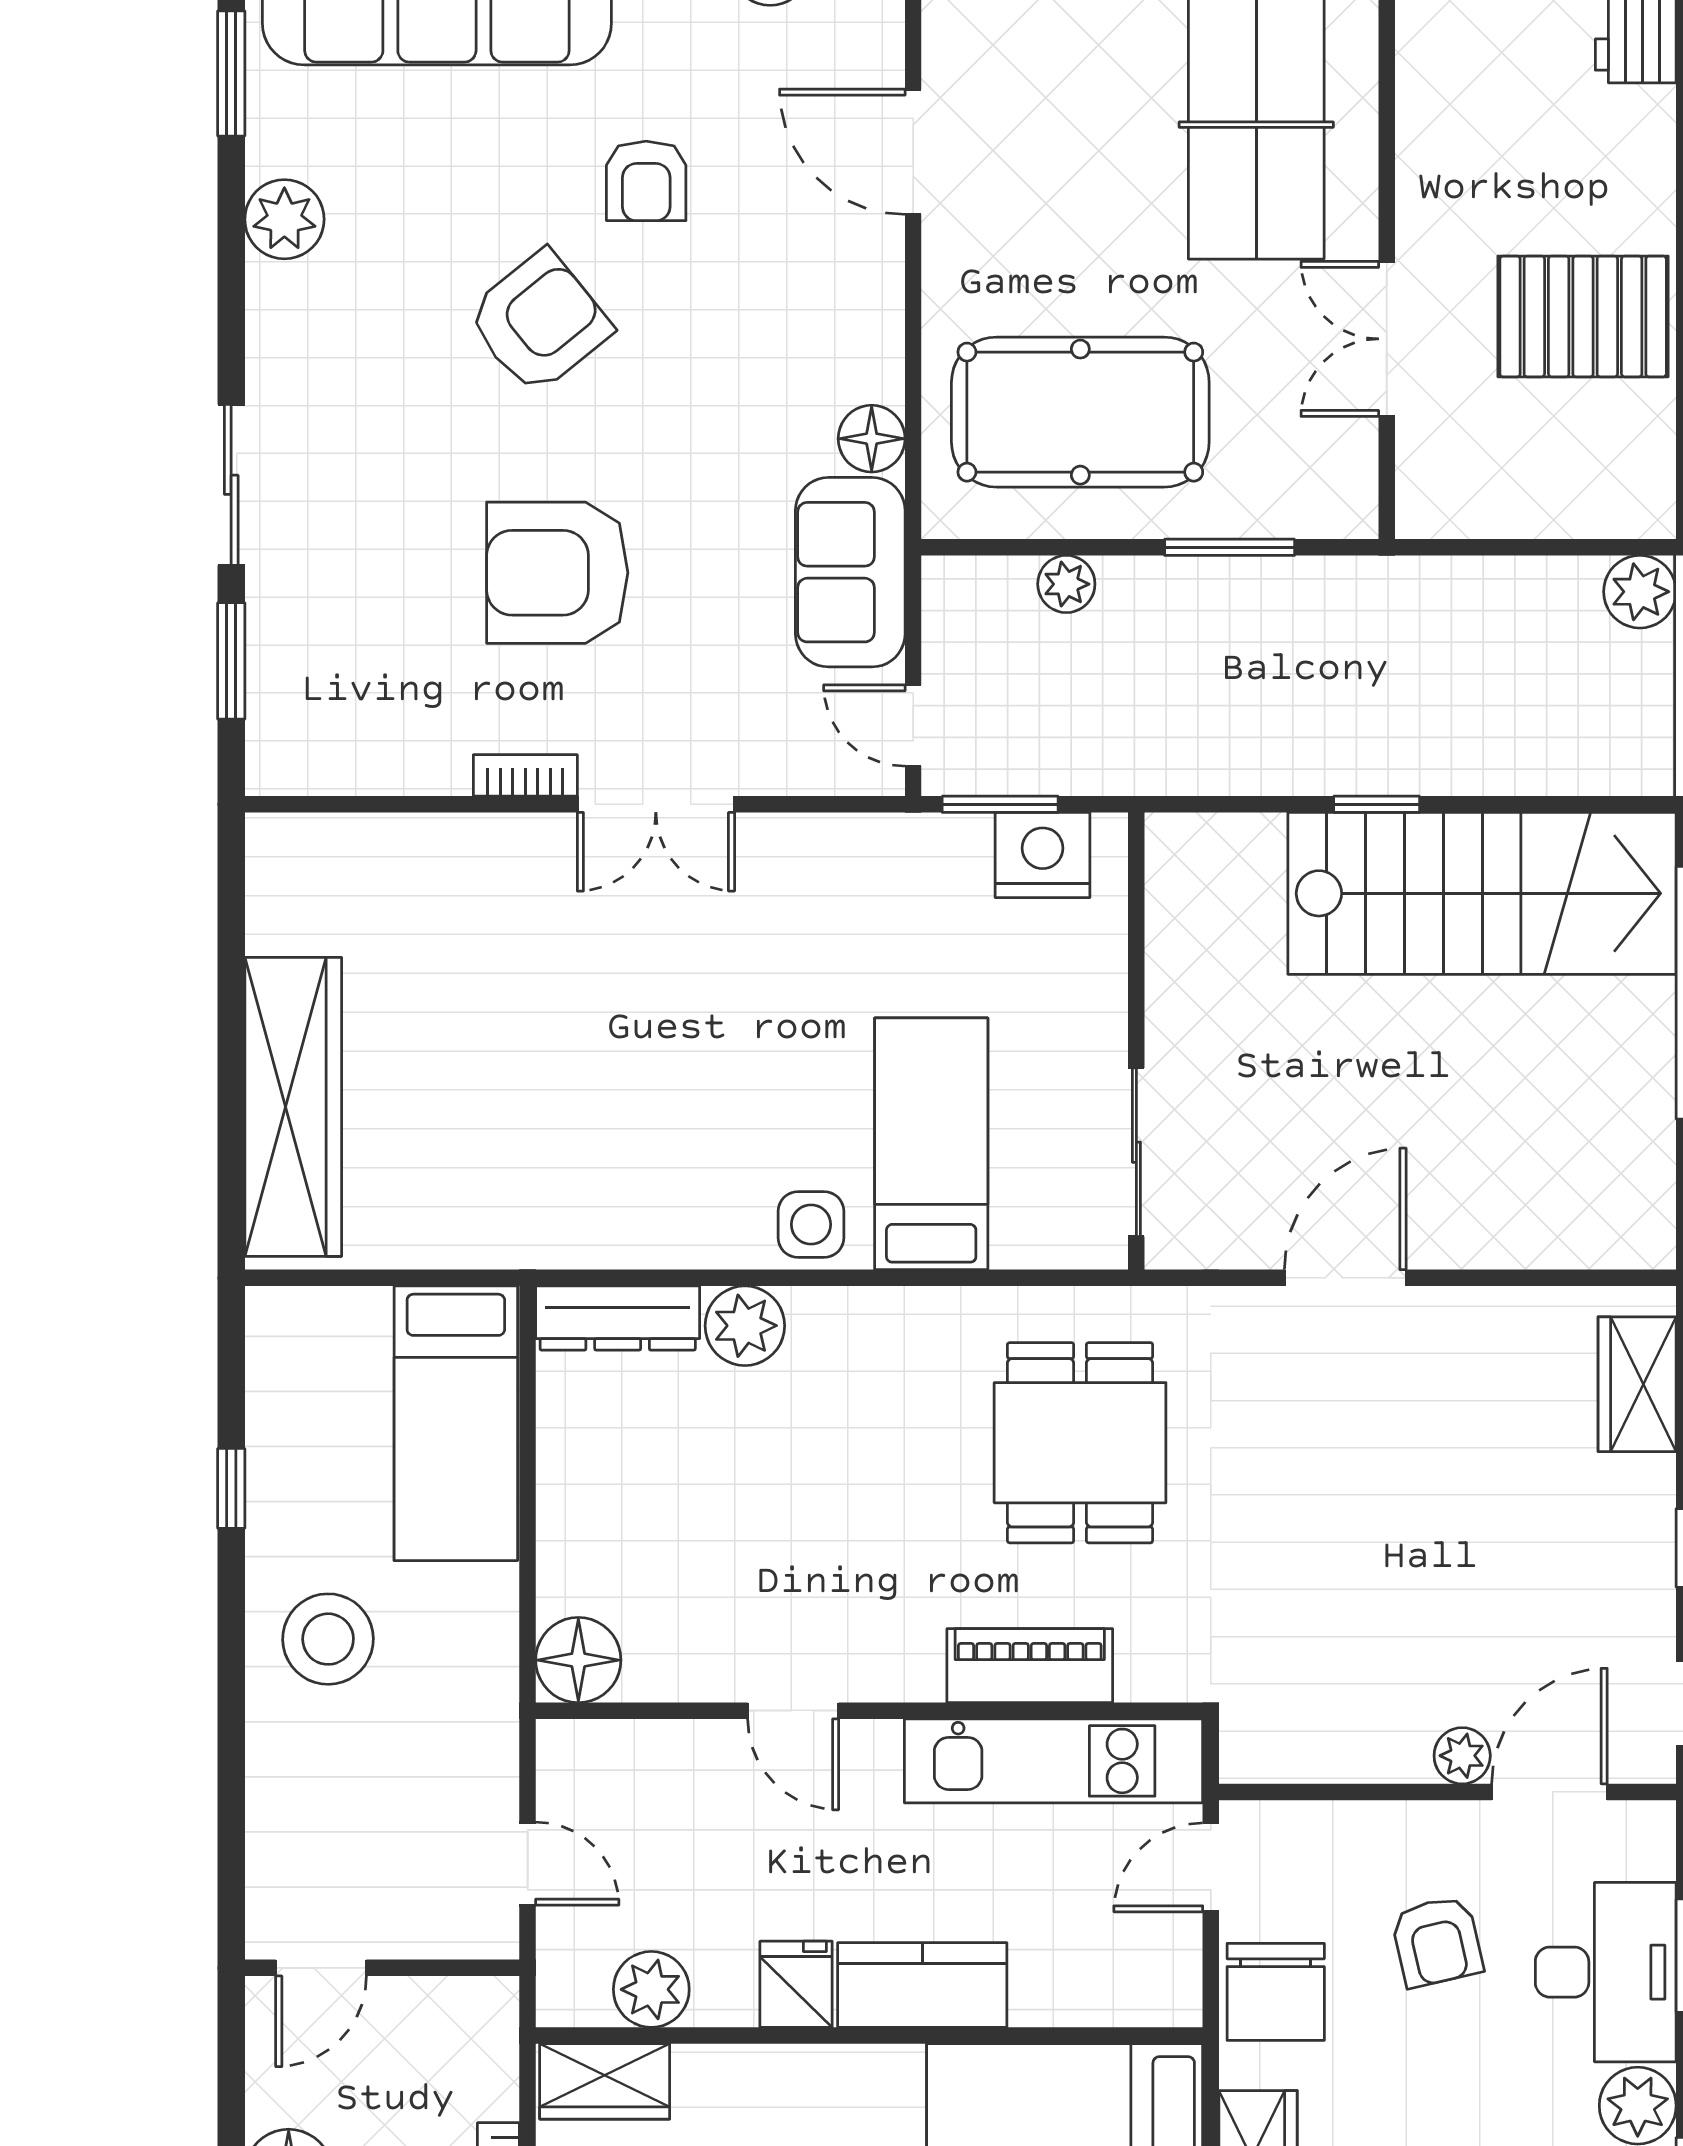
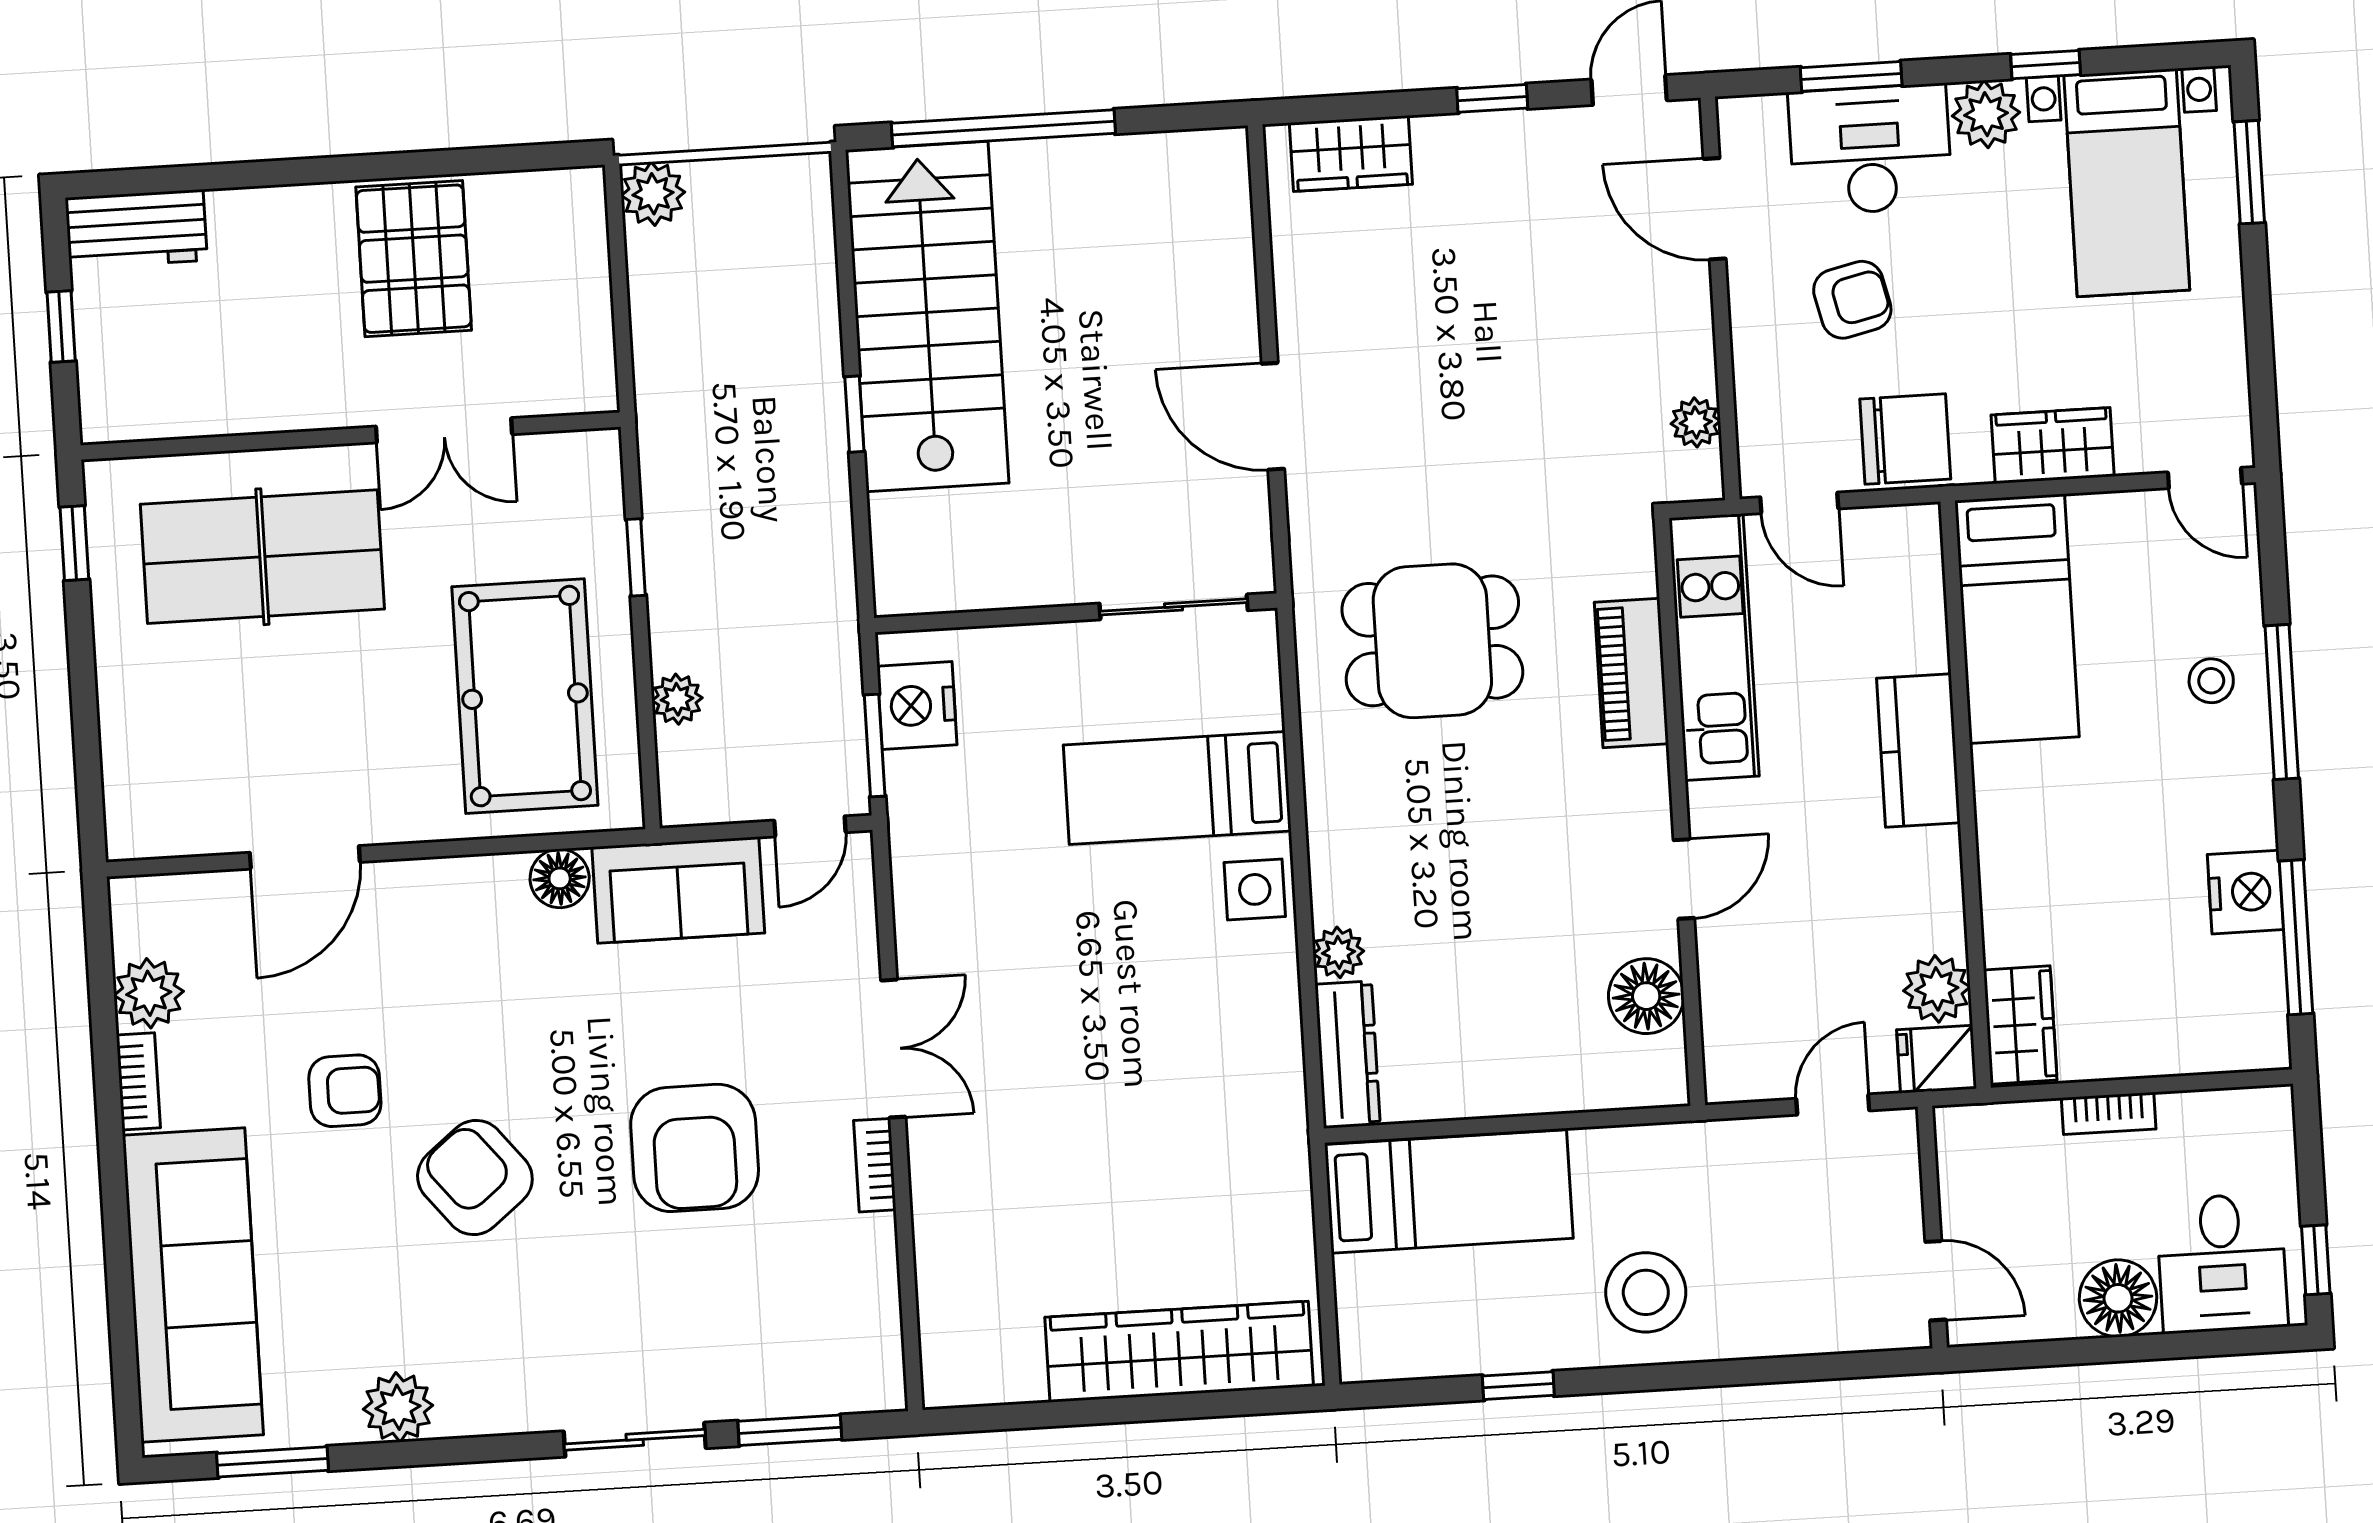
window: (1230, 547) -> (636, 557), width x0.67
plant: (745, 1326) -> (1339, 952), width x0.73, depth x0.73
floor lamp: (578, 1660) -> (1646, 996), moved
plant: (1462, 1756) -> (1696, 422), moved
fridge: (796, 1984) -> (1937, 1059), moved

